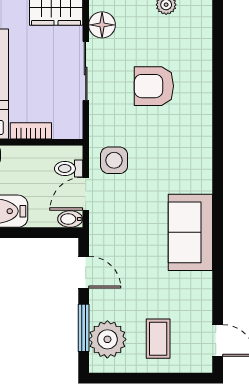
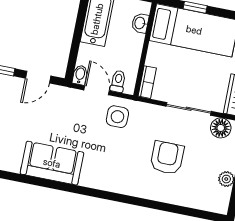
bookcase: (31, 131) -> (147, 82), moved

